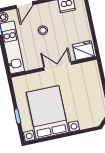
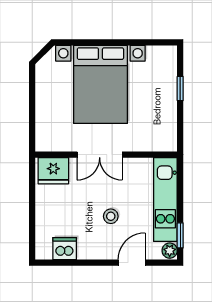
bed with nightstands: (48, 112) -> (100, 84), moved

